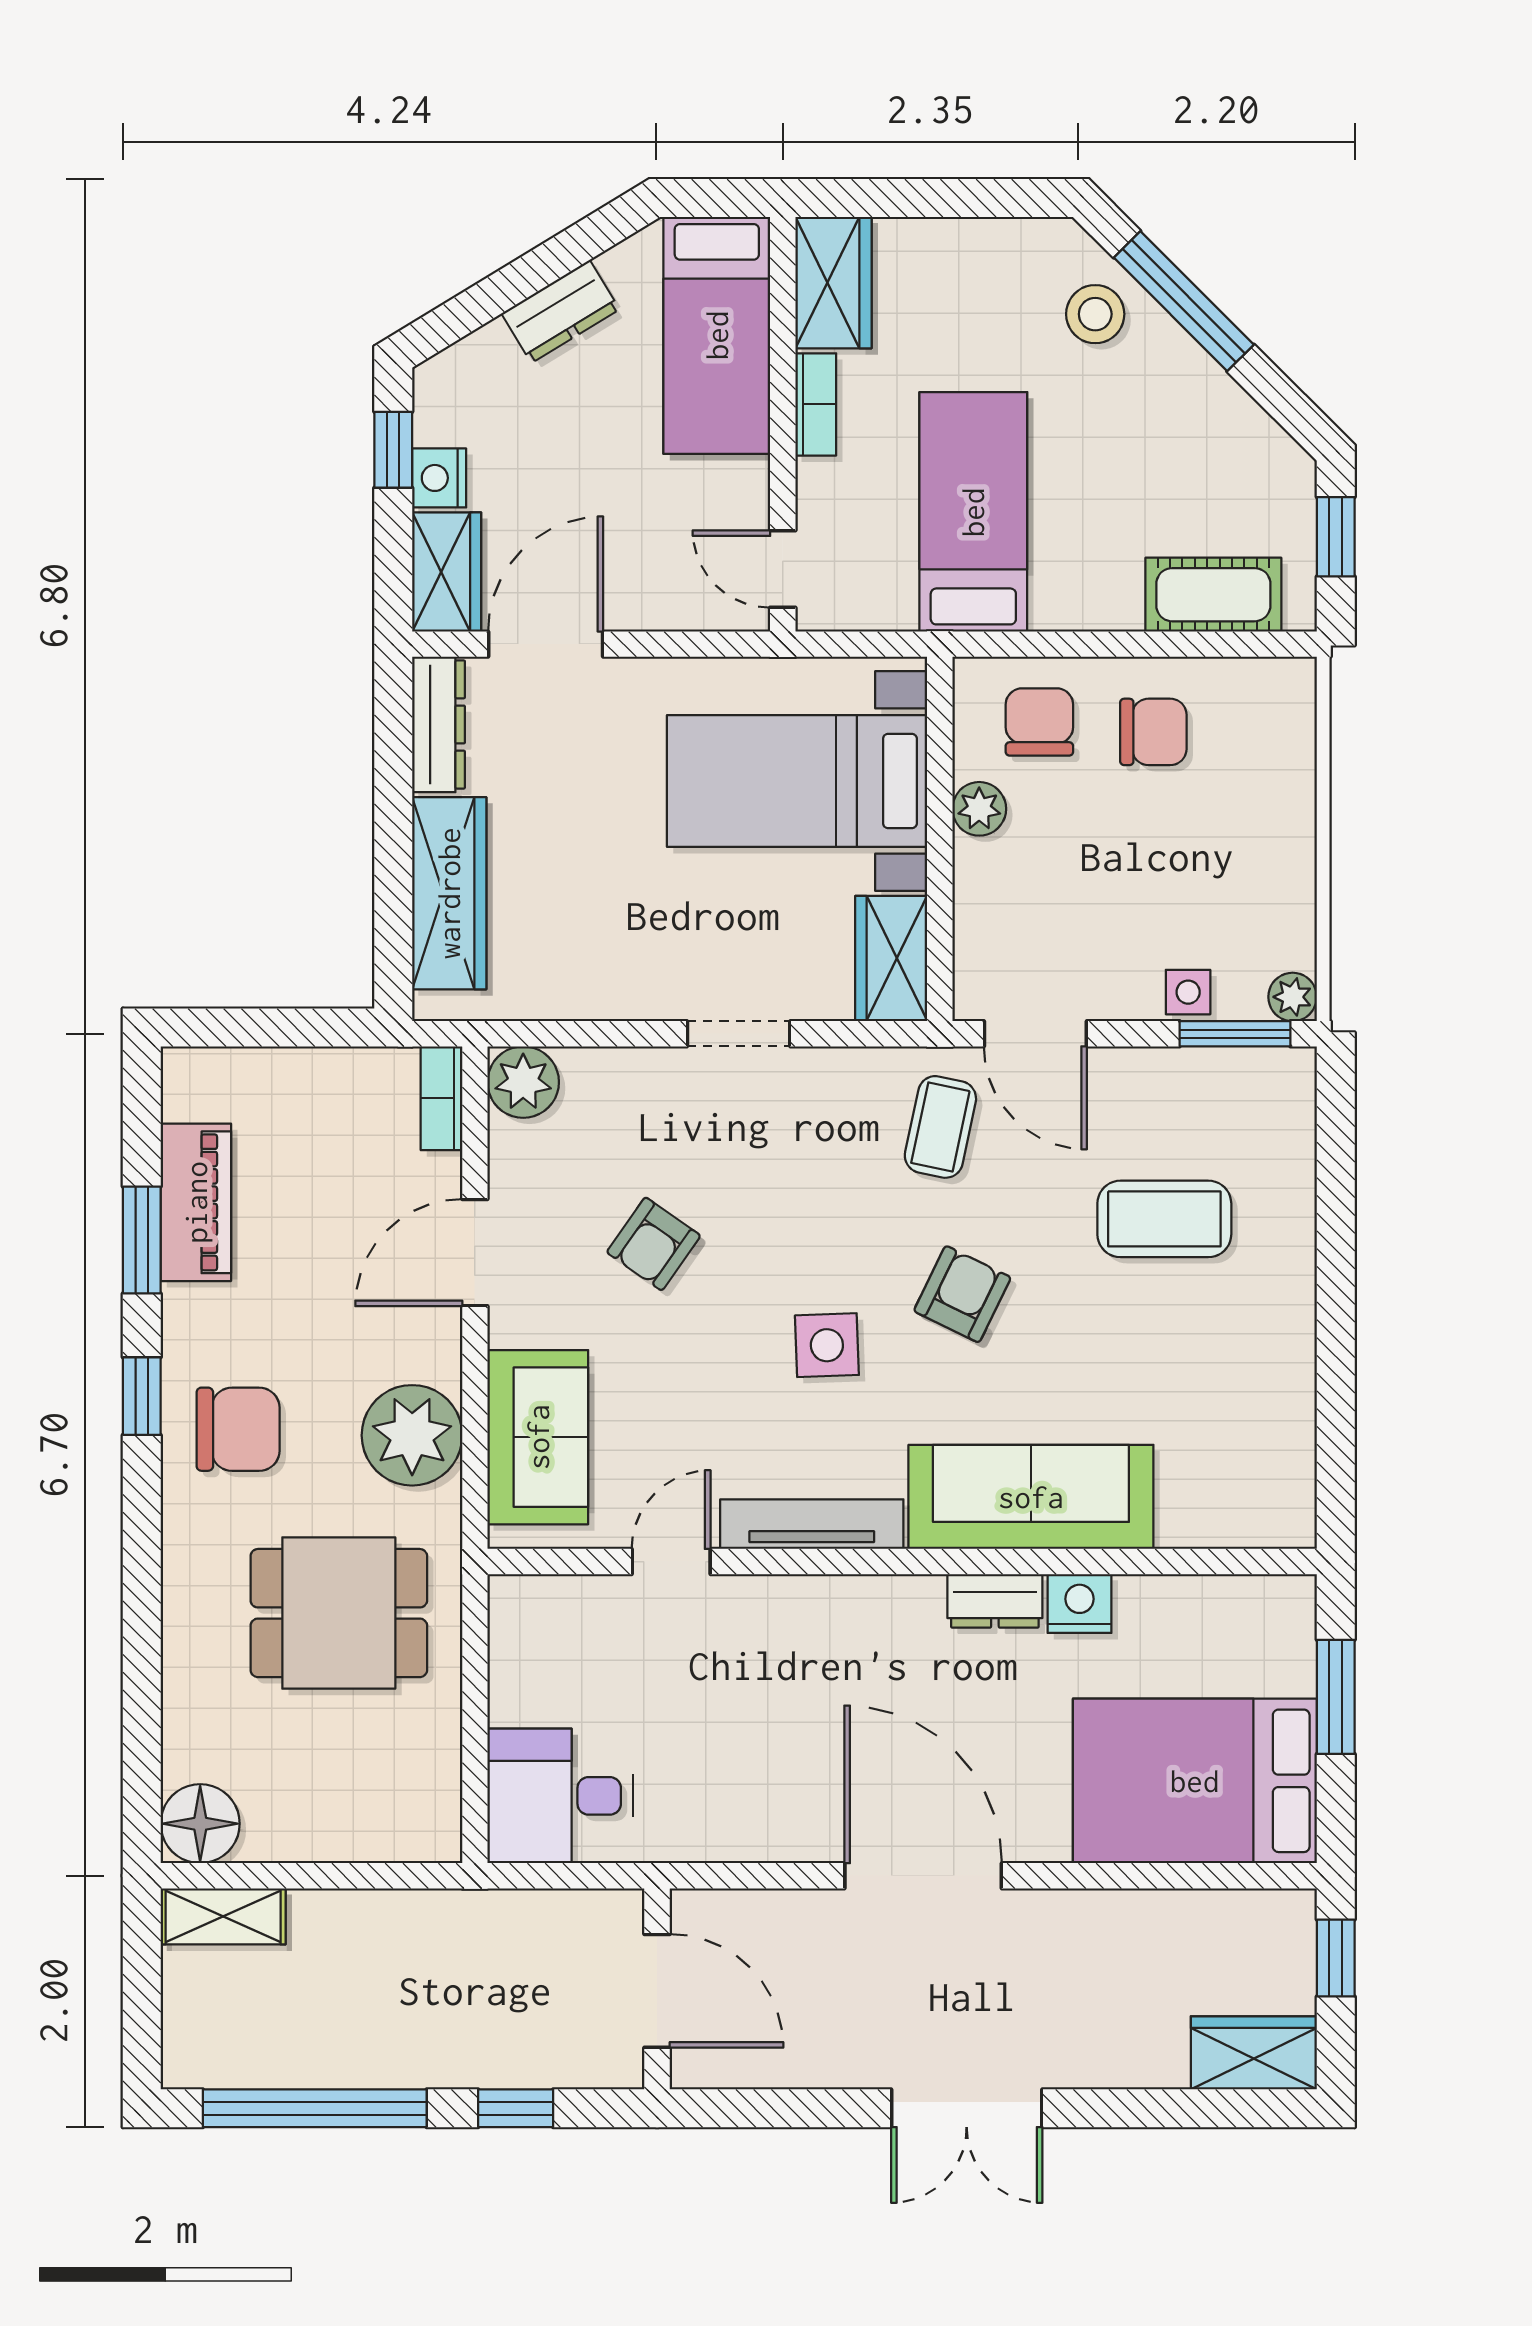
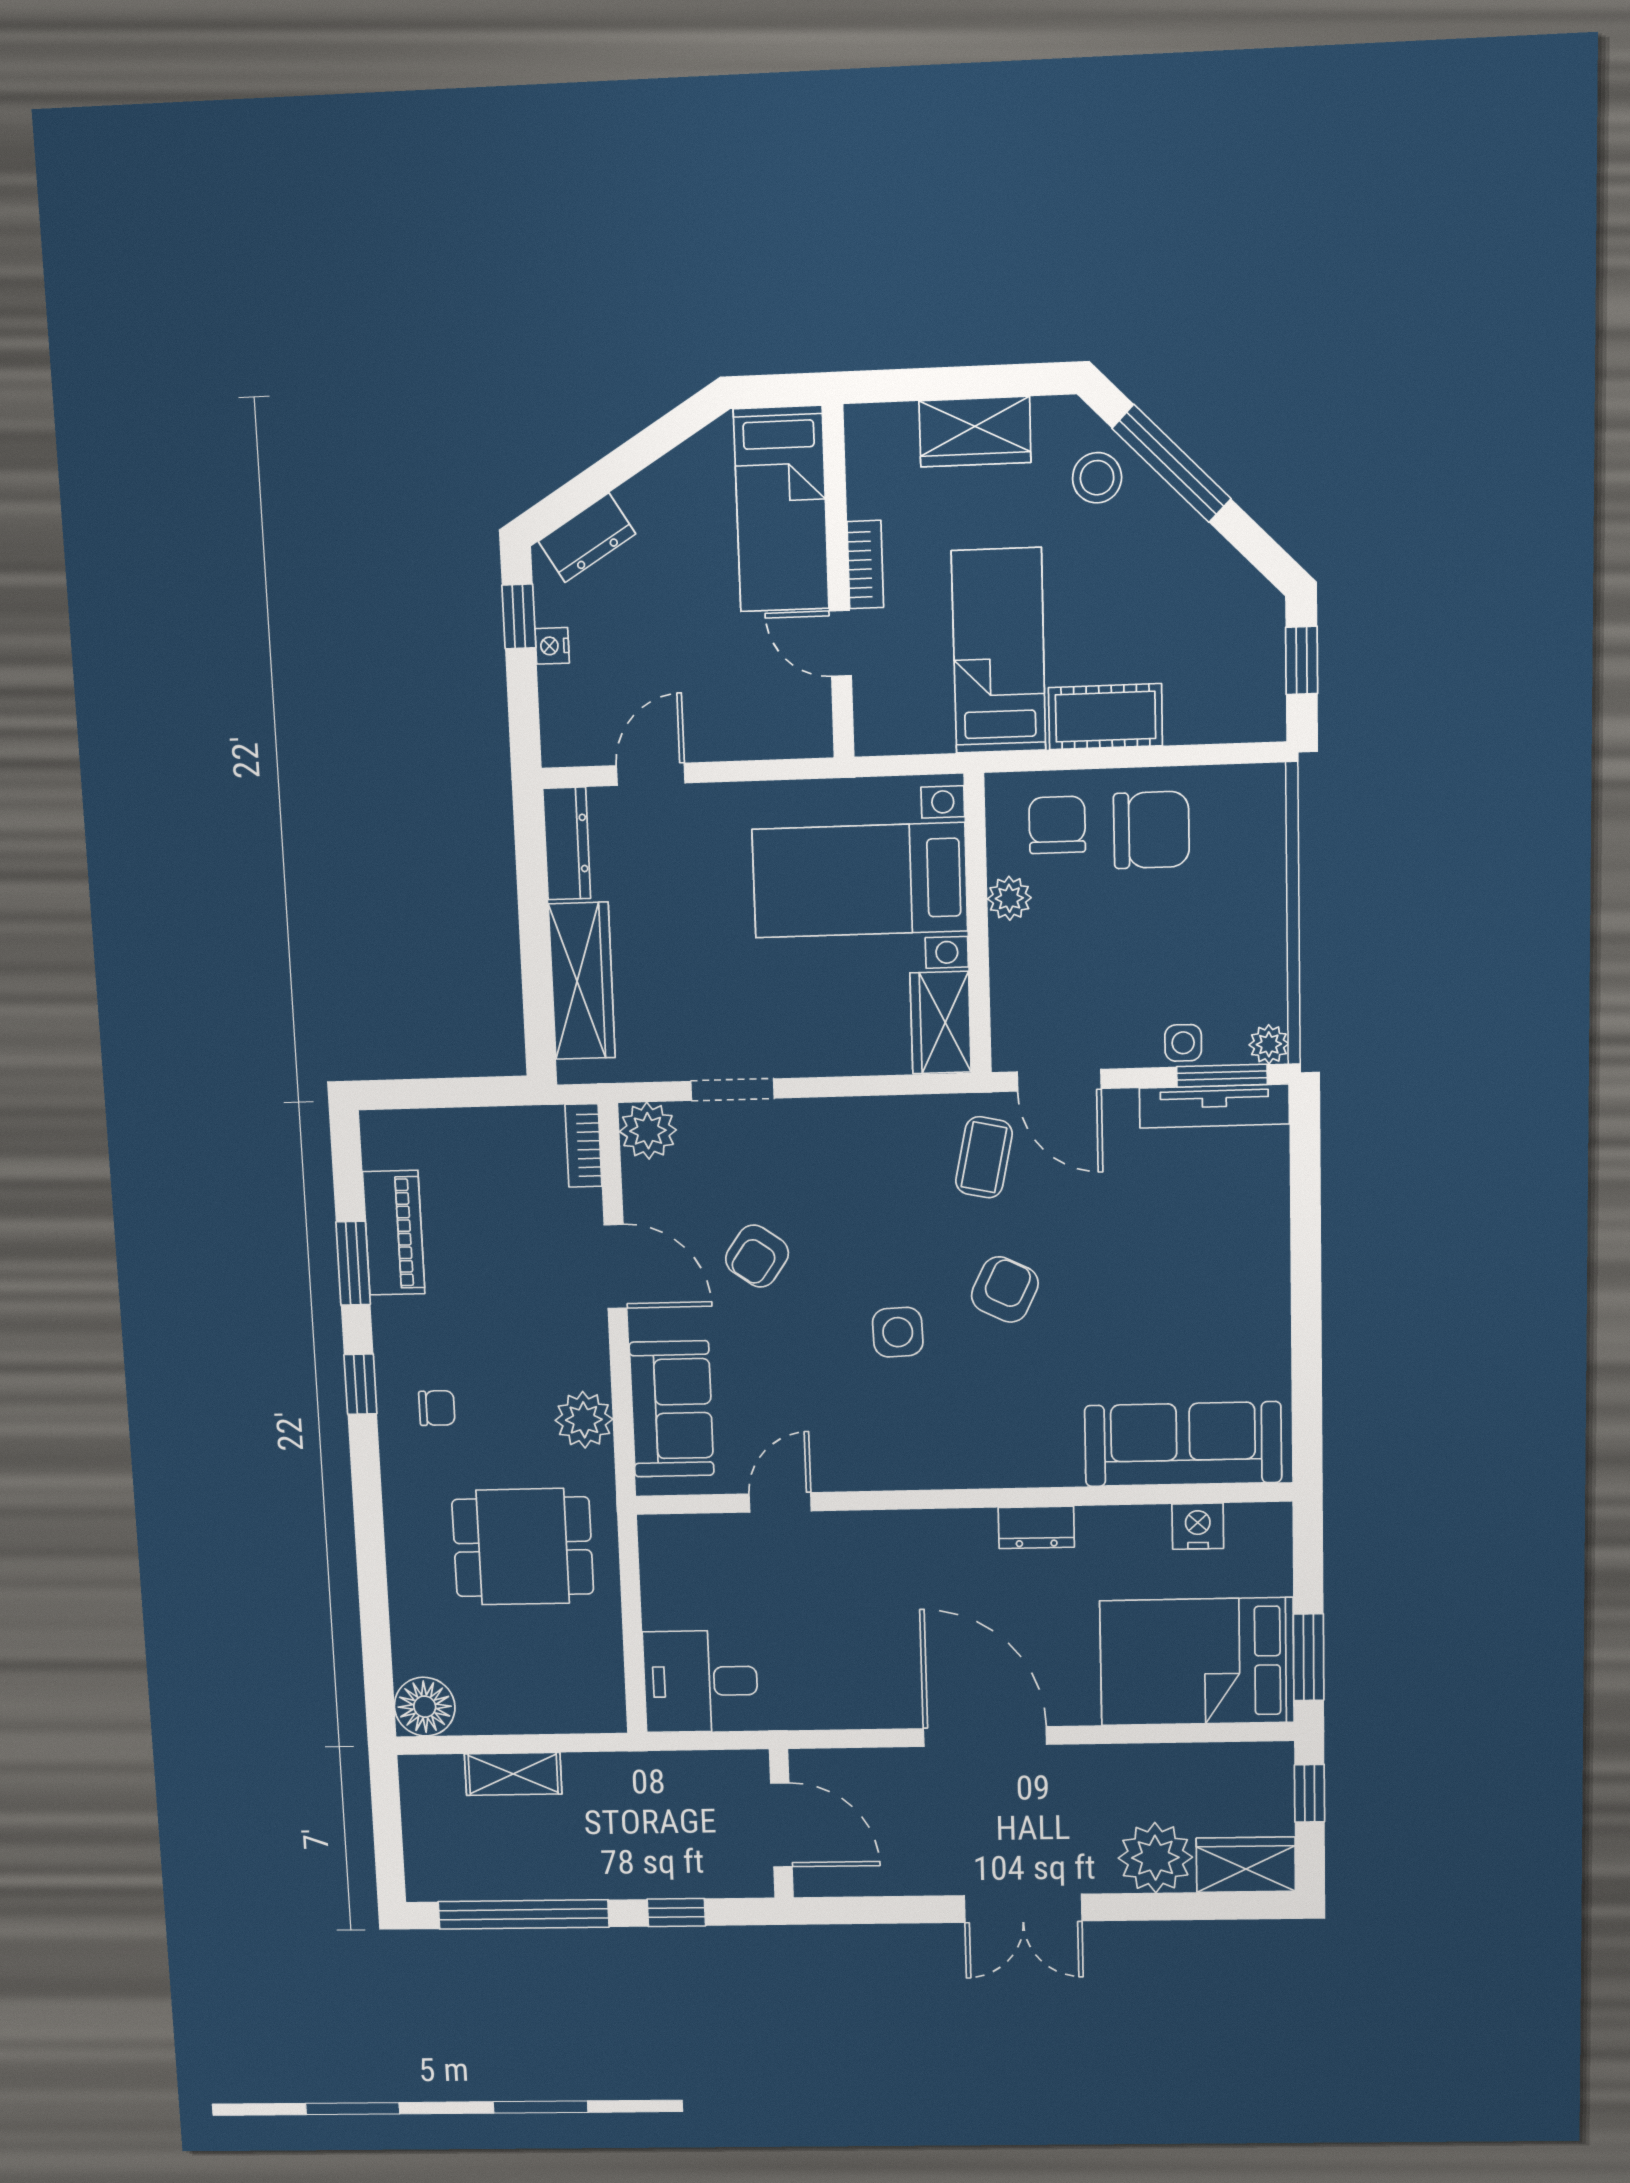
wardrobe: (833, 283) -> (975, 432), moved, turned 90
dresser: (560, 311) -> (587, 538), moved
nightstand: (439, 478) -> (552, 646), width x0.72, depth x0.74
door: (783, 569) -> (840, 643), moved
wardrobe: (447, 572) -> (567, 717), removed
cot: (1213, 595) -> (1105, 717), moved
door: (546, 644) -> (651, 774), width x0.73
chair: (1153, 732) -> (1151, 830), width x1.37, depth x1.37
doorway: (739, 1034) -> (732, 1090), moved
coffee table: (1164, 1219) -> (1166, 1226), removed
door: (475, 1253) -> (616, 1267), swing flipped
chair: (238, 1429) -> (437, 1408), width x0.54, depth x0.54
plant: (412, 1435) -> (584, 1420), width x0.73, depth x0.73
sofa: (1031, 1497) -> (1183, 1444), moved
tv unit: (812, 1524) -> (1214, 1106), moved, turned 180
nightstand: (1079, 1604) -> (1198, 1526), moved
window: (1336, 1697) -> (1309, 1657), moved
shelving: (223, 1916) -> (513, 1774), moved
plant: (1138, 2042) -> (1155, 1858), added

